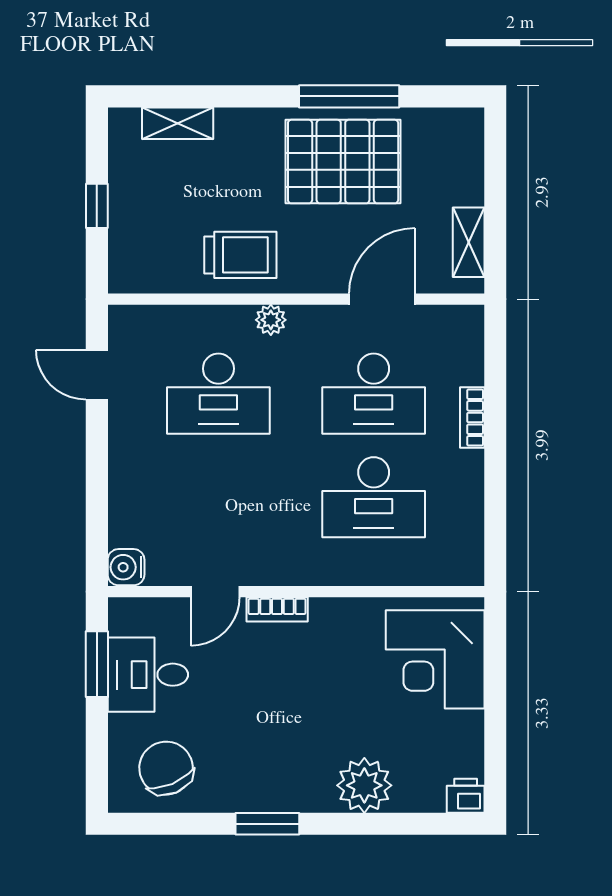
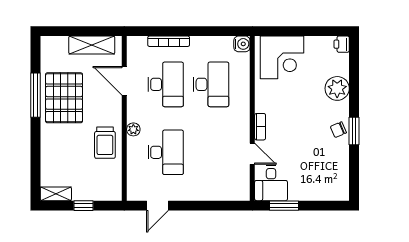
shelving: (178, 123) -> (56, 194), moved, turned 90
shelving: (469, 242) -> (92, 45), width x1.50, depth x1.33
trolley: (240, 255) -> (105, 143), turned 180
bookcase: (472, 418) -> (169, 41), width x1.56
water cooler: (126, 567) -> (242, 44), moved, turned -90
desk: (148, 675) -> (271, 183), moved
chair: (166, 768) -> (338, 130), moved, width x0.54, depth x0.54

